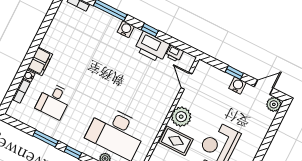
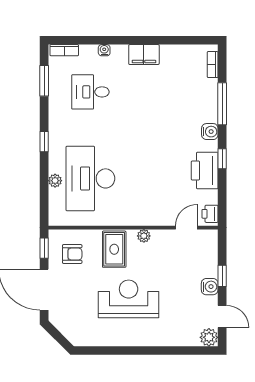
printer: (174, 53) -> (210, 214), moved
filing cabinet: (40, 61) -> (144, 55), moved
bookcase: (21, 91) -> (64, 50), moved
plant: (181, 117) -> (144, 236), width x0.53, depth x0.53
window: (45, 138) -> (44, 81), moved

